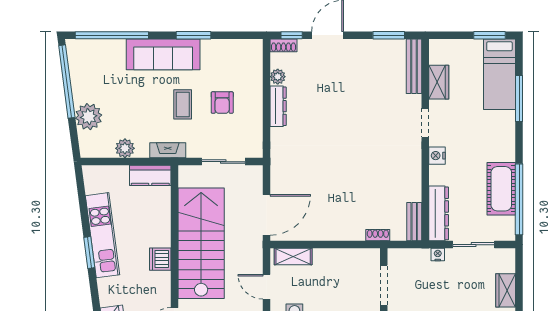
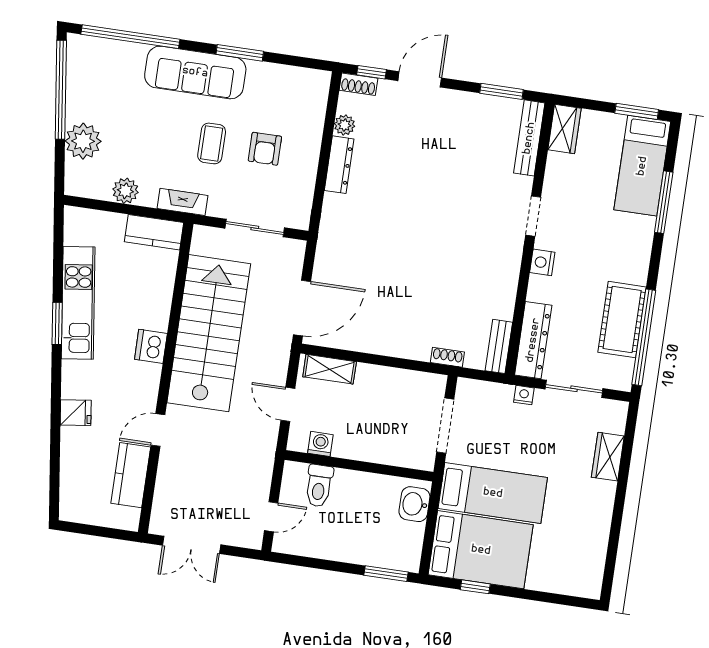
wardrobe: (439, 82) -> (564, 129), moved

